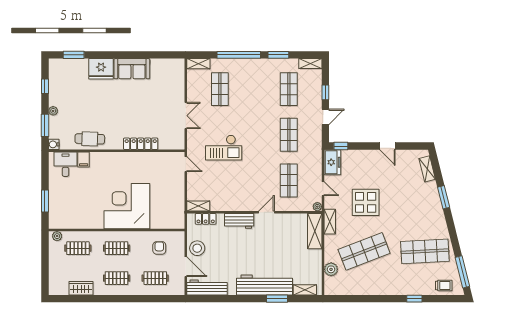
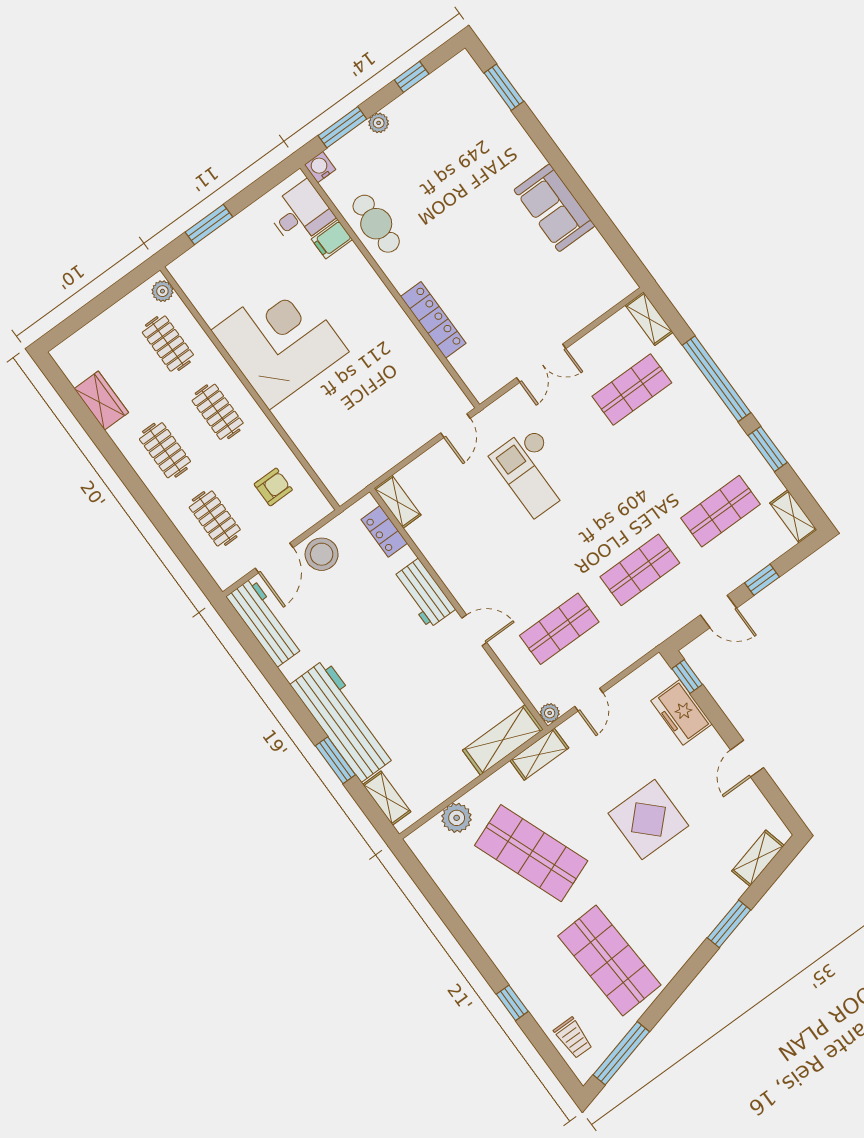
fridge: (101, 69) -> (515, 153), removed
freezer: (332, 162) -> (681, 712), moved, turned 90
display table: (366, 202) -> (648, 819), moved
corner desk: (127, 206) -> (280, 341), moved

